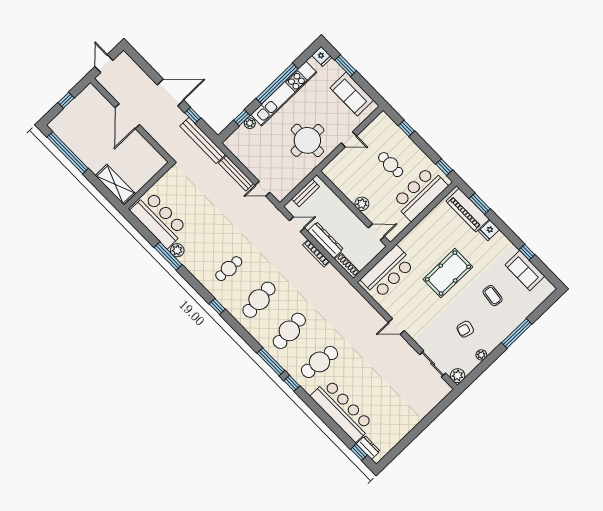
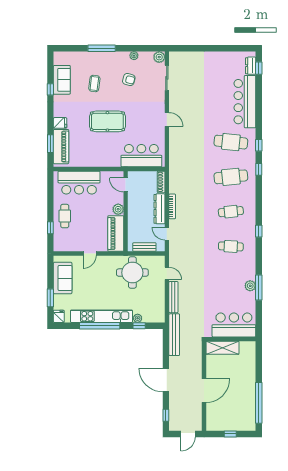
window: (193, 115) -> (166, 415), moved
door: (349, 139) -> (90, 254), swing flipped
round table: (307, 140) -> (132, 273), moved
cafe table: (391, 165) -> (65, 216), moved
window: (444, 167) -> (50, 184), removed
piano: (343, 180) -> (116, 233), added
shelving: (115, 185) -> (223, 348), moved, turned 90
bar counter: (159, 219) -> (234, 325), moved, turned 90
cafe table: (259, 300) -> (231, 212), width x0.73, depth x0.74
window: (271, 362) -> (259, 169), width x0.46

